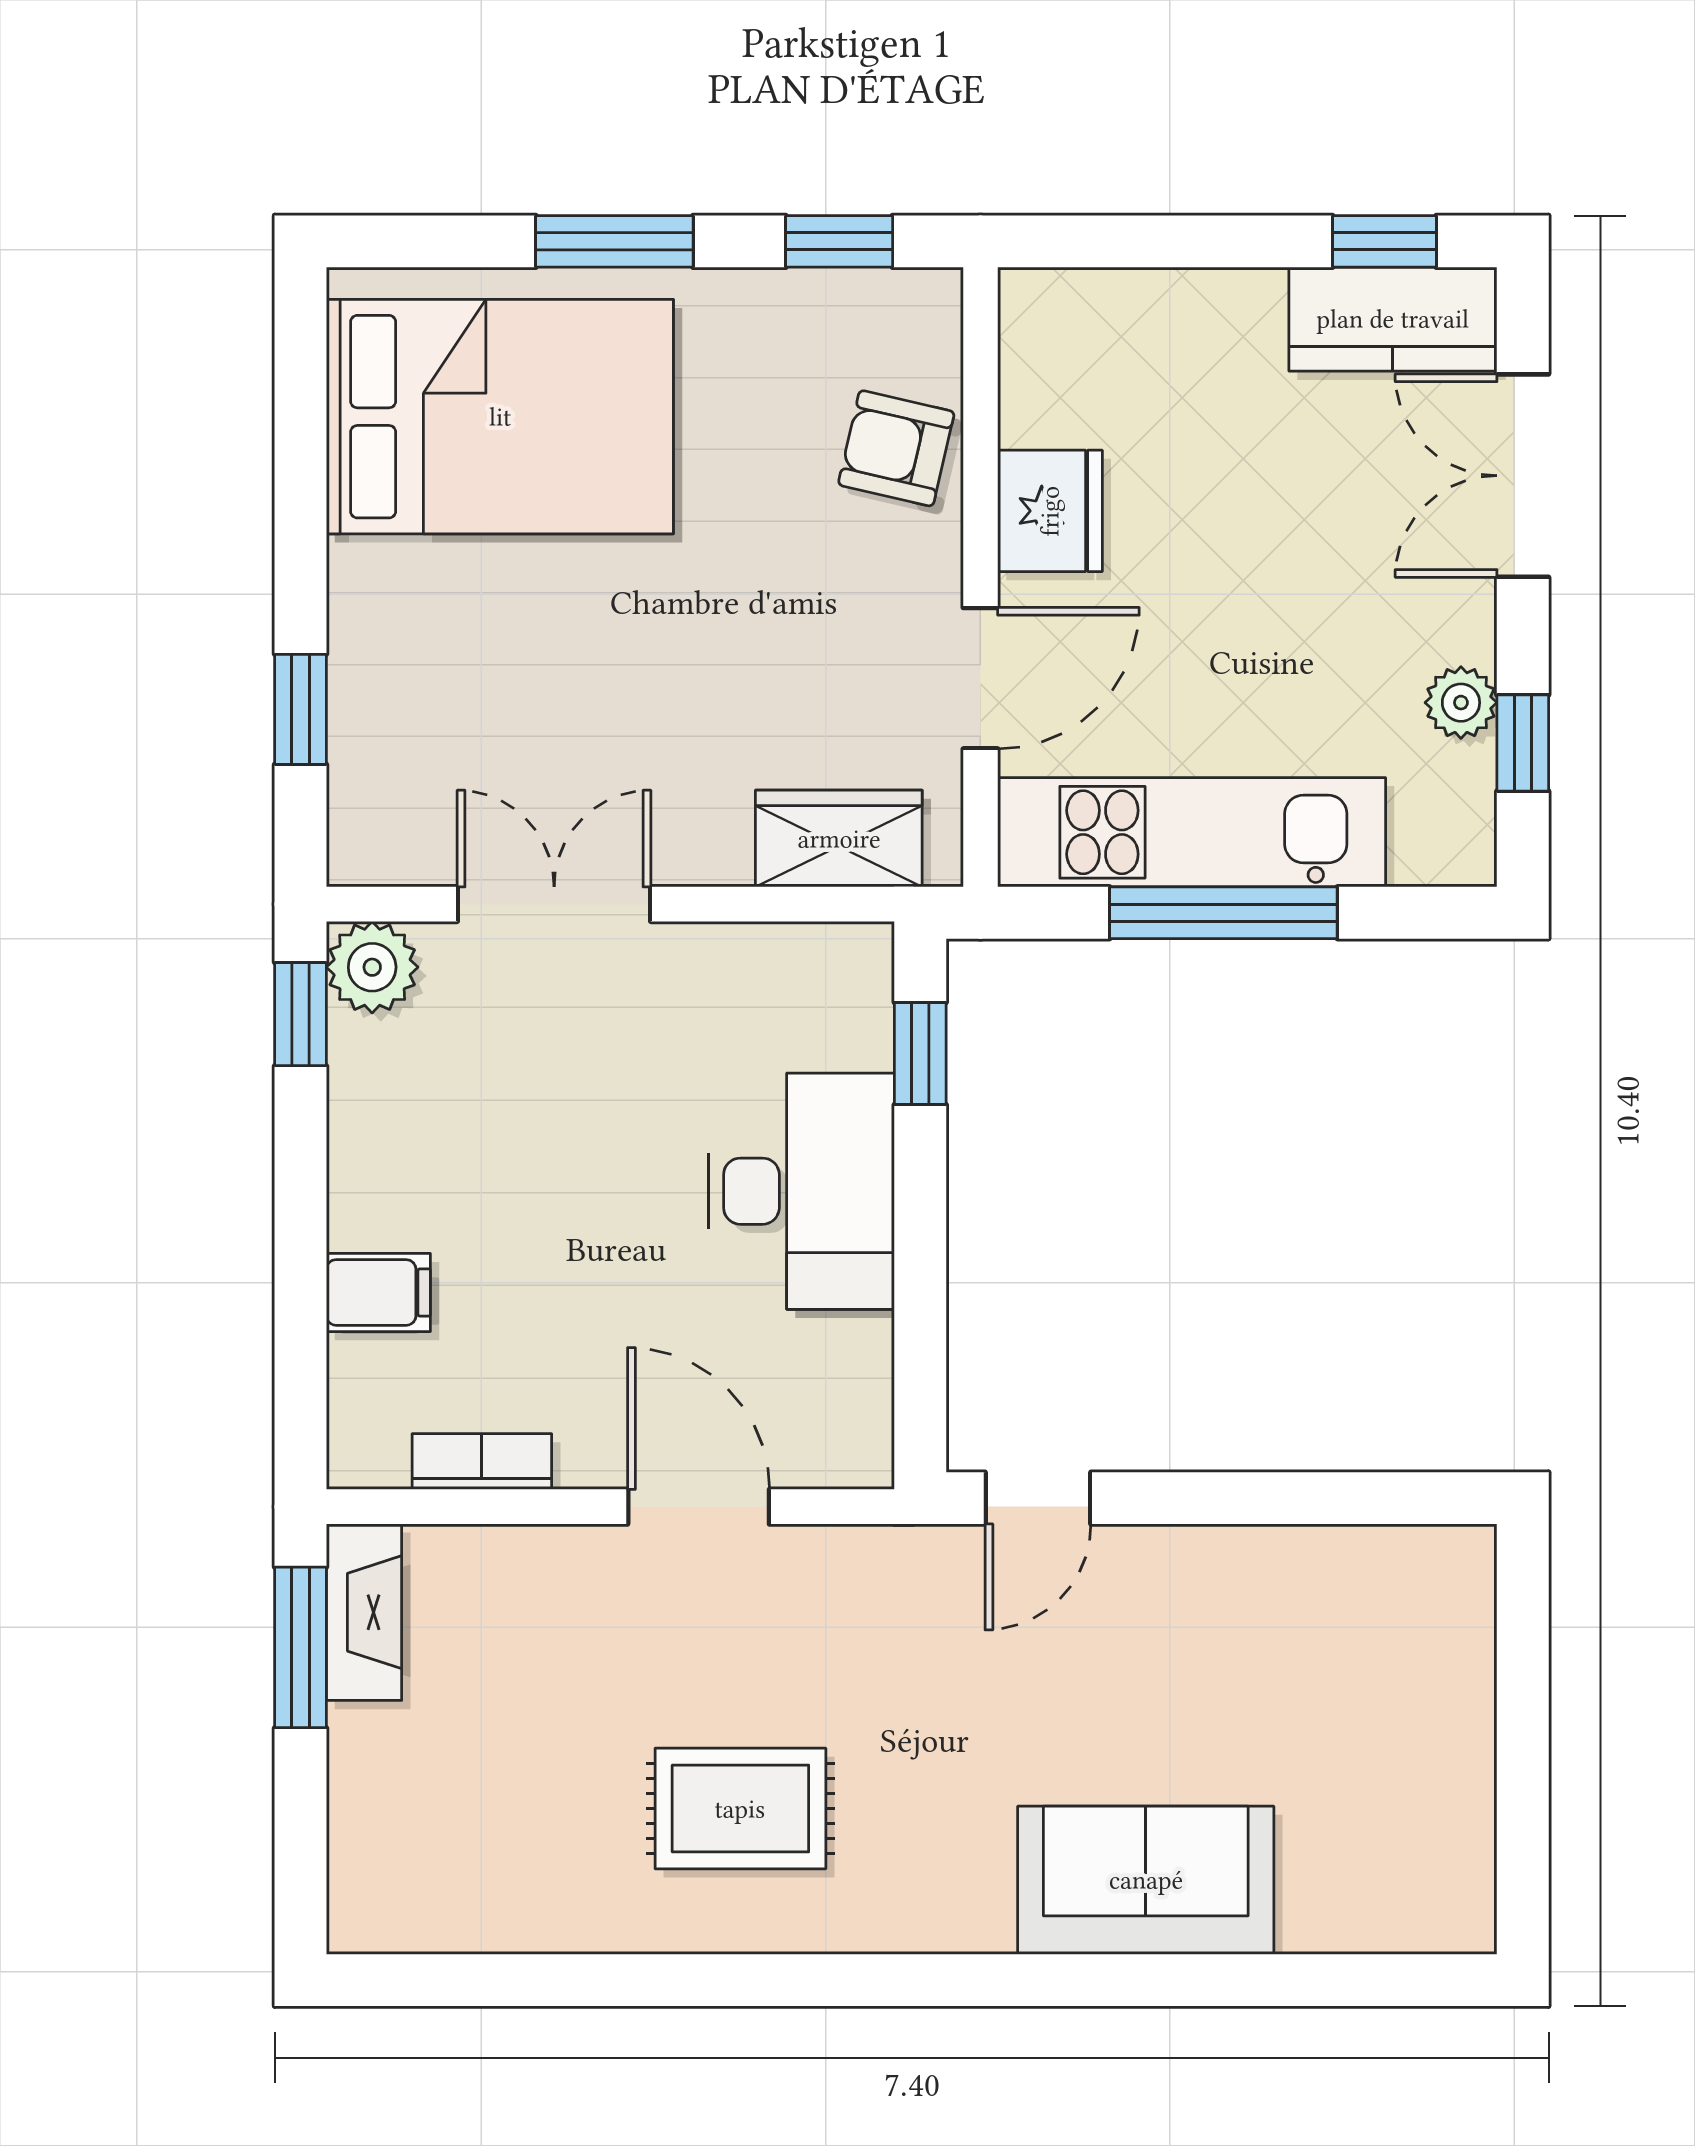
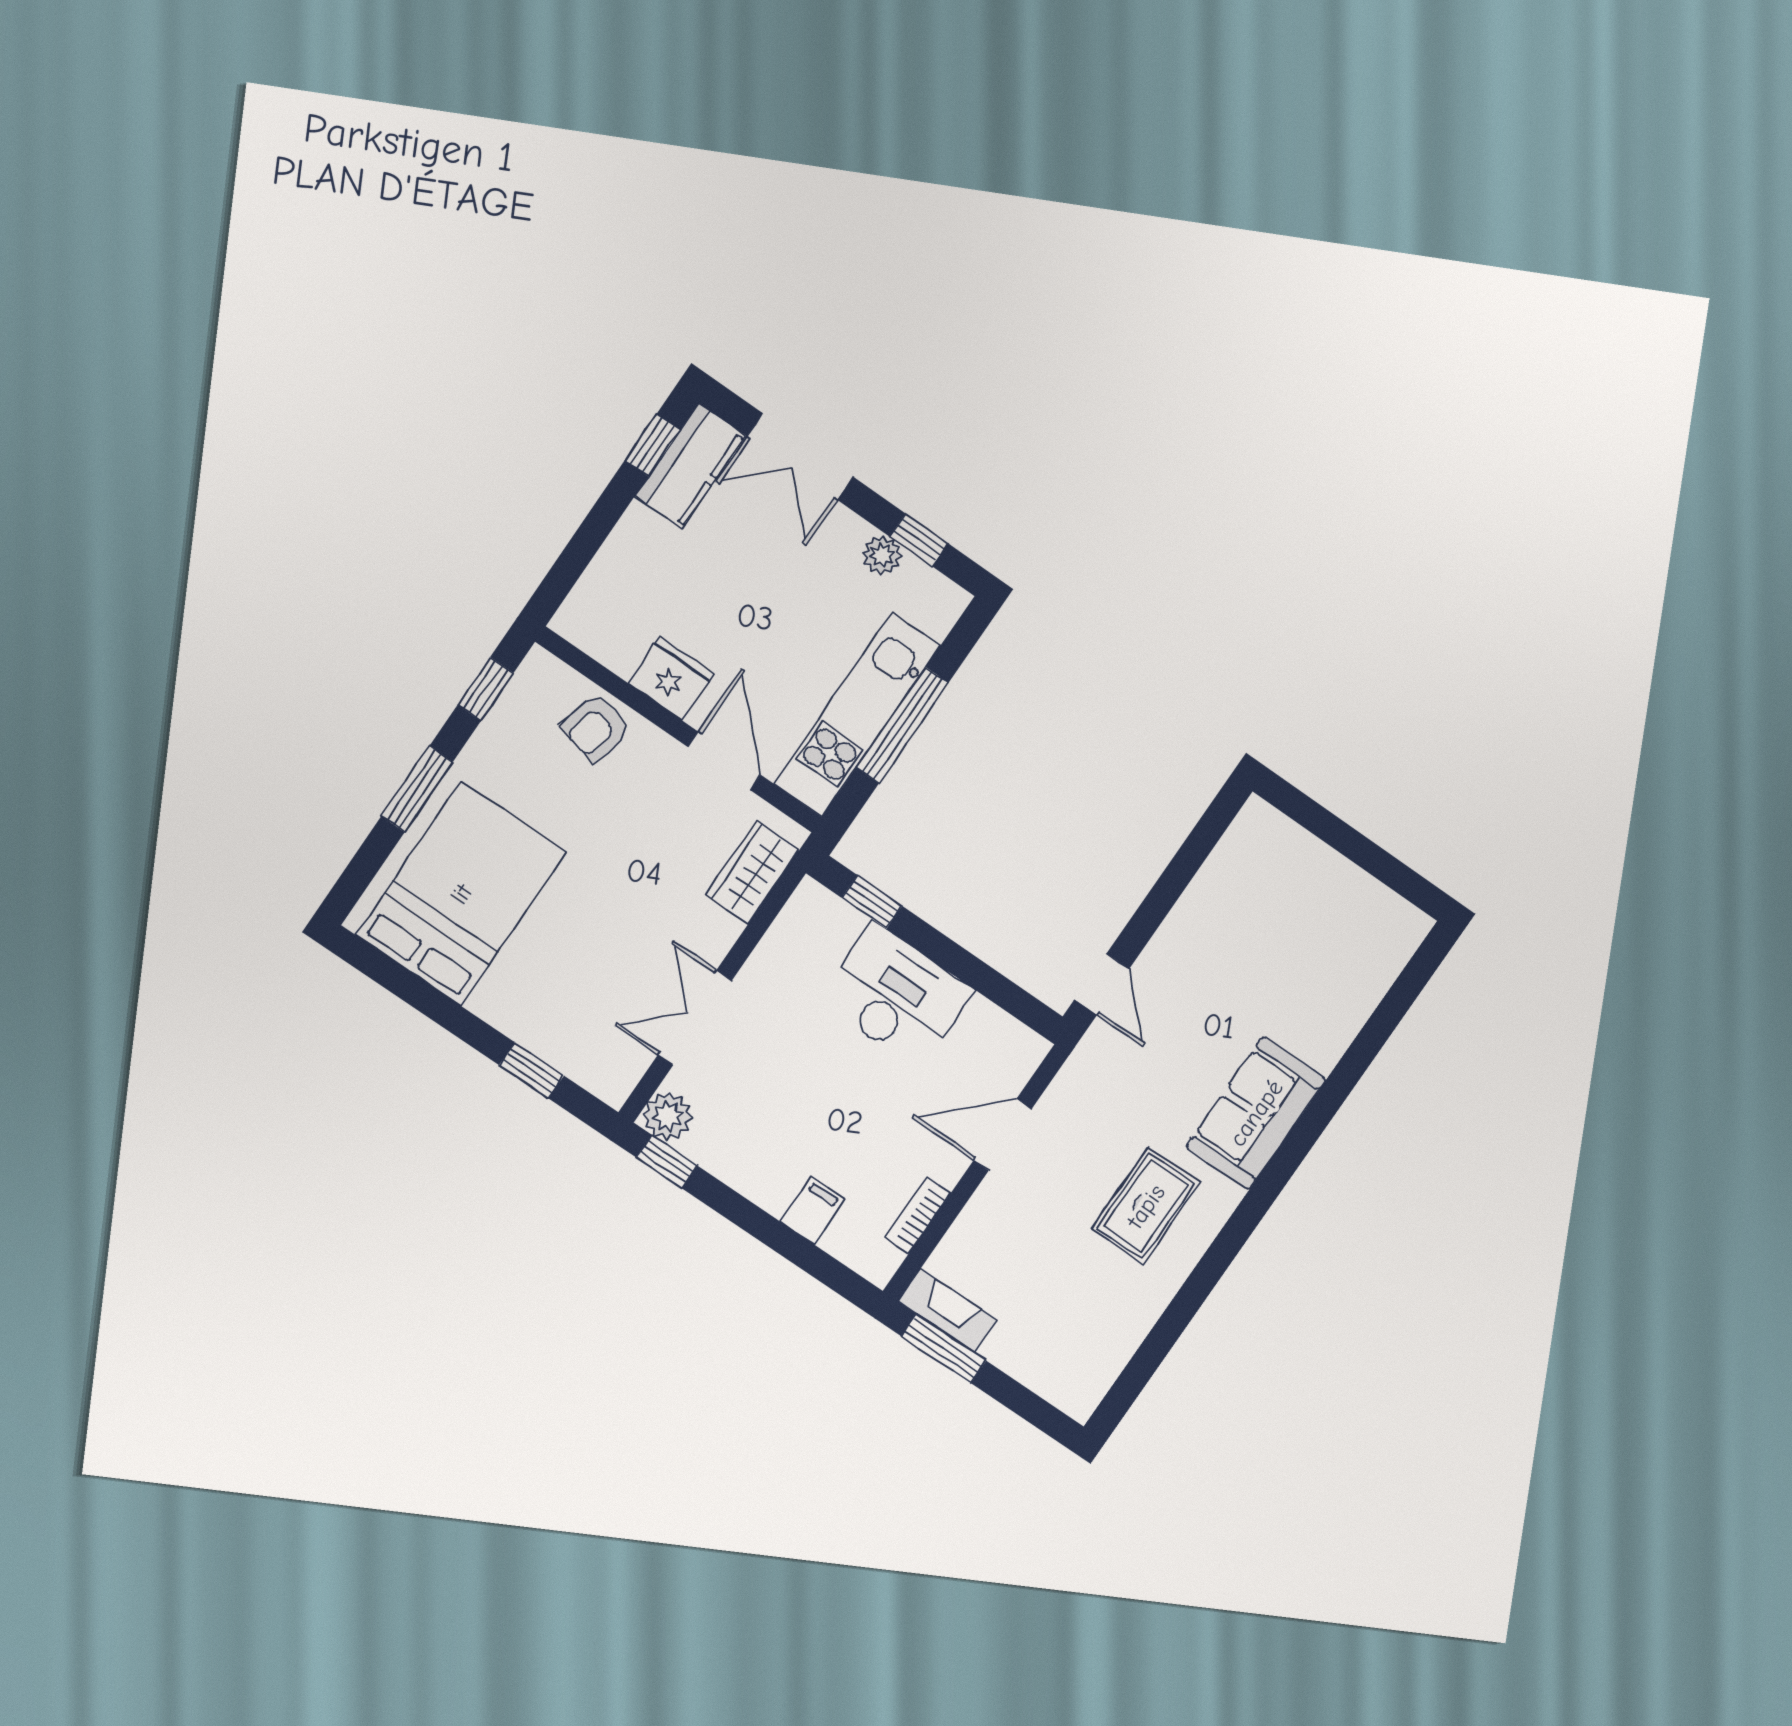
sofa: (1146, 1880) -> (1256, 1113), moved

